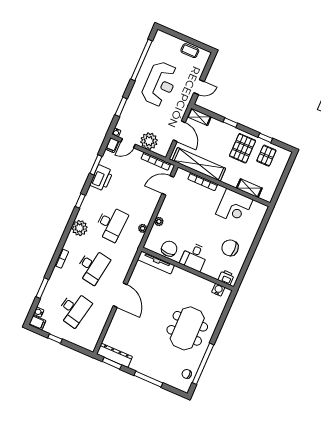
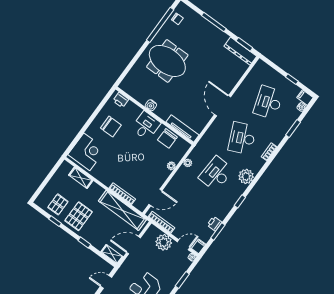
door: (179, 131) -> (134, 245), hinge flipped
printer: (101, 178) -> (214, 224), width x0.53, depth x0.68
corner desk: (234, 207) -> (87, 152), moved, turned 90
desk: (92, 266) -> (242, 138), turned -33
water cooler: (218, 290) -> (151, 105), moved
desk: (74, 309) -> (268, 102), turned -30
meeting table: (187, 328) -> (167, 61), turned 90

